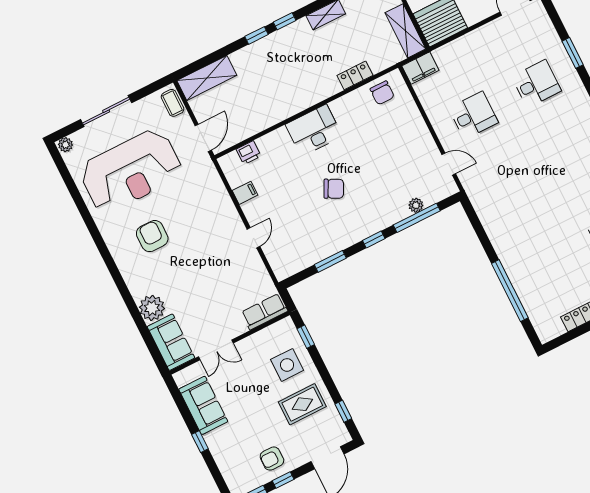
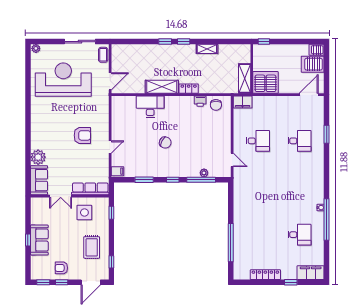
locker: (355, 75) -> (189, 89), moved
shelving: (207, 78) -> (162, 87), moved
sliding door: (106, 111) -> (80, 42), moved
desk: (314, 130) -> (150, 107), moved
printer: (249, 153) -> (200, 101), moved
reception desk: (131, 171) -> (63, 80), turned 180
filing cabinet: (245, 193) -> (117, 171), moved
armchair: (152, 236) -> (82, 135), moved, turned 90
row of seats: (264, 312) -> (90, 189), width x1.48
side table: (287, 365) -> (84, 212), moved
rug: (302, 404) -> (92, 247), turned 90
sofa: (203, 405) -> (39, 240), moved

